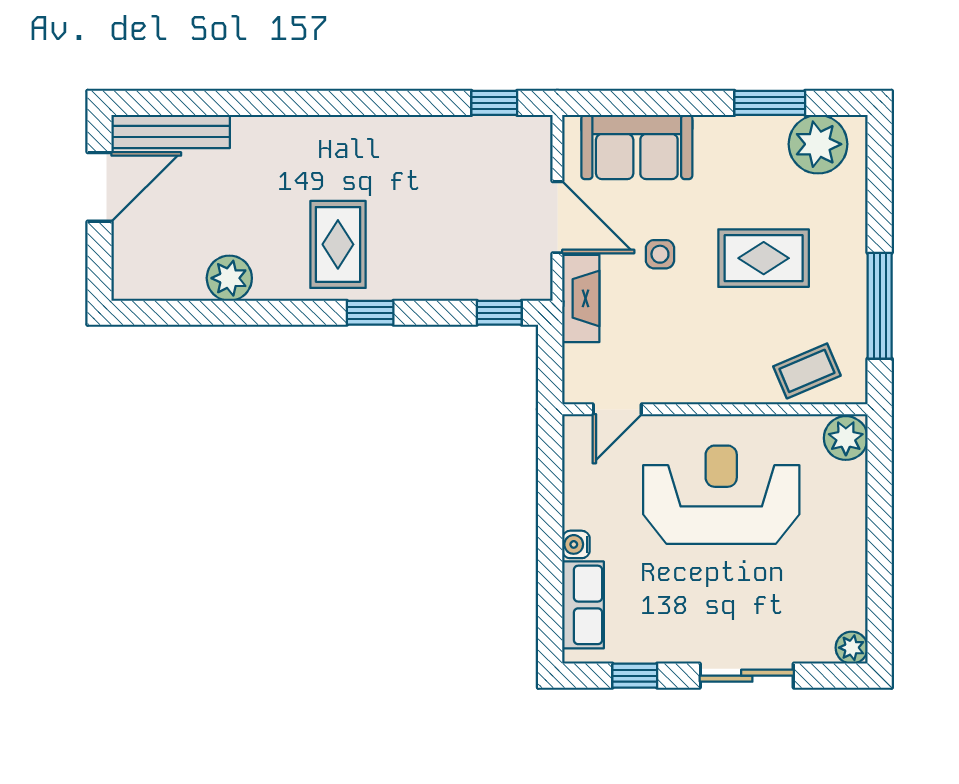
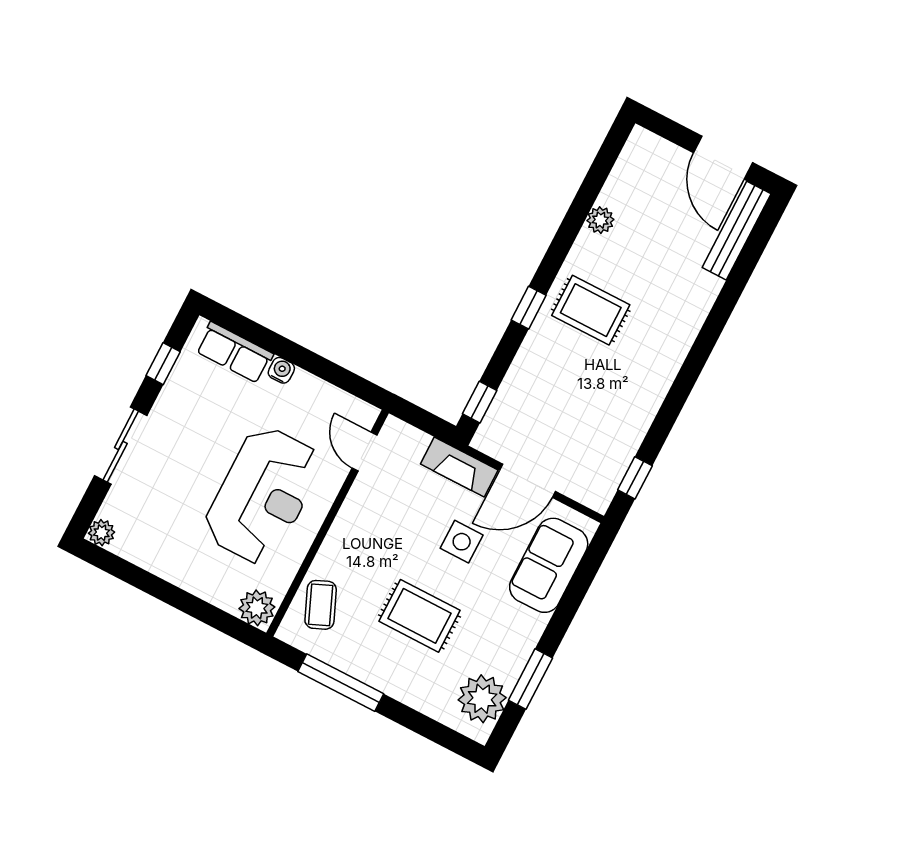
side table: (660, 254) -> (462, 542), width x1.37, depth x1.37
rug: (764, 258) -> (419, 616), turned 90
plant: (229, 278) -> (600, 220), width x0.73, depth x0.73

